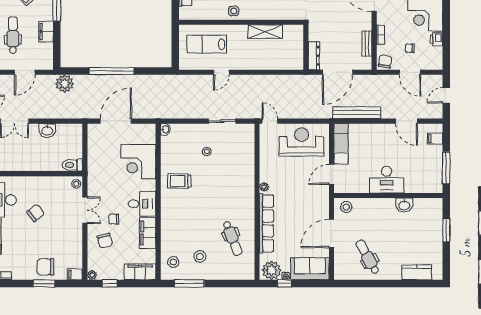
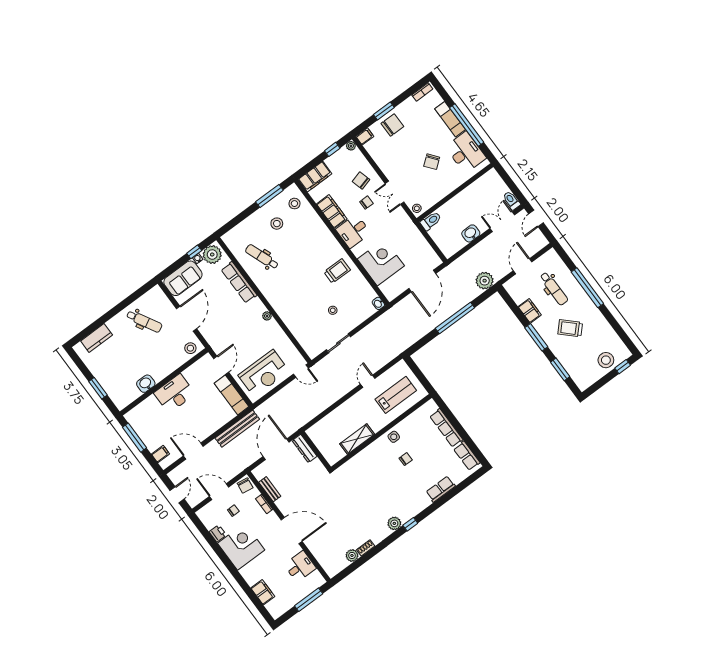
row of seats: (266, 223) -> (239, 282), width x0.73

